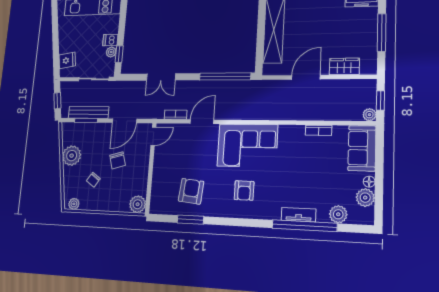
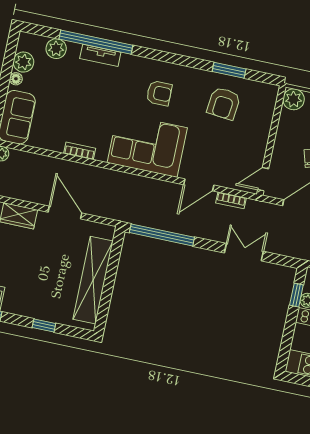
door: (306, 77) -> (65, 213), swing flipped
bookcase: (319, 130) -> (80, 151), moved
armchair: (244, 191) -> (159, 93), turned 90

